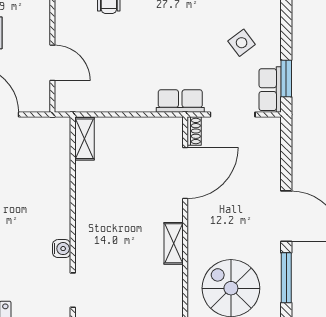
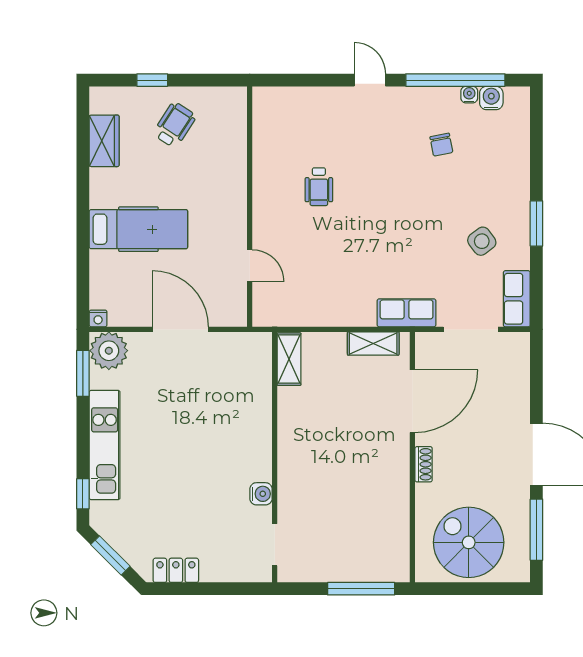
door: (52, 63) -> (250, 266), width x0.73
window: (286, 79) -> (536, 224), moved
shoe rack: (194, 131) -> (424, 464), moved
shelving: (174, 243) -> (373, 343), moved, turned 90

